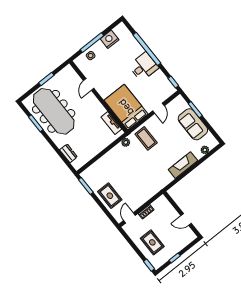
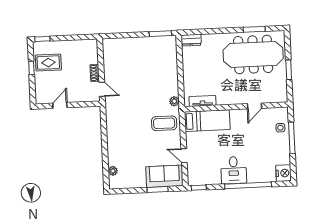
nightstand: (110, 39) -> (284, 173), moved
door: (89, 84) -> (254, 106), swing flipped
bed: (126, 107) -> (207, 121), width x0.67
sofa: (193, 124) -> (164, 176), moved
dresser: (68, 153) -> (191, 40), moved
fireplace: (183, 165) -> (114, 140), removed
rug: (110, 196) -> (135, 50), removed
door: (129, 218) -> (102, 89), moved
rug: (152, 242) -> (48, 63), moved

